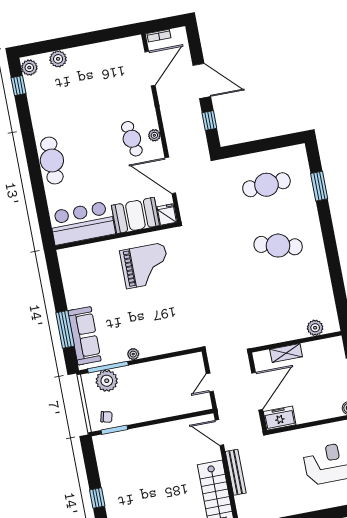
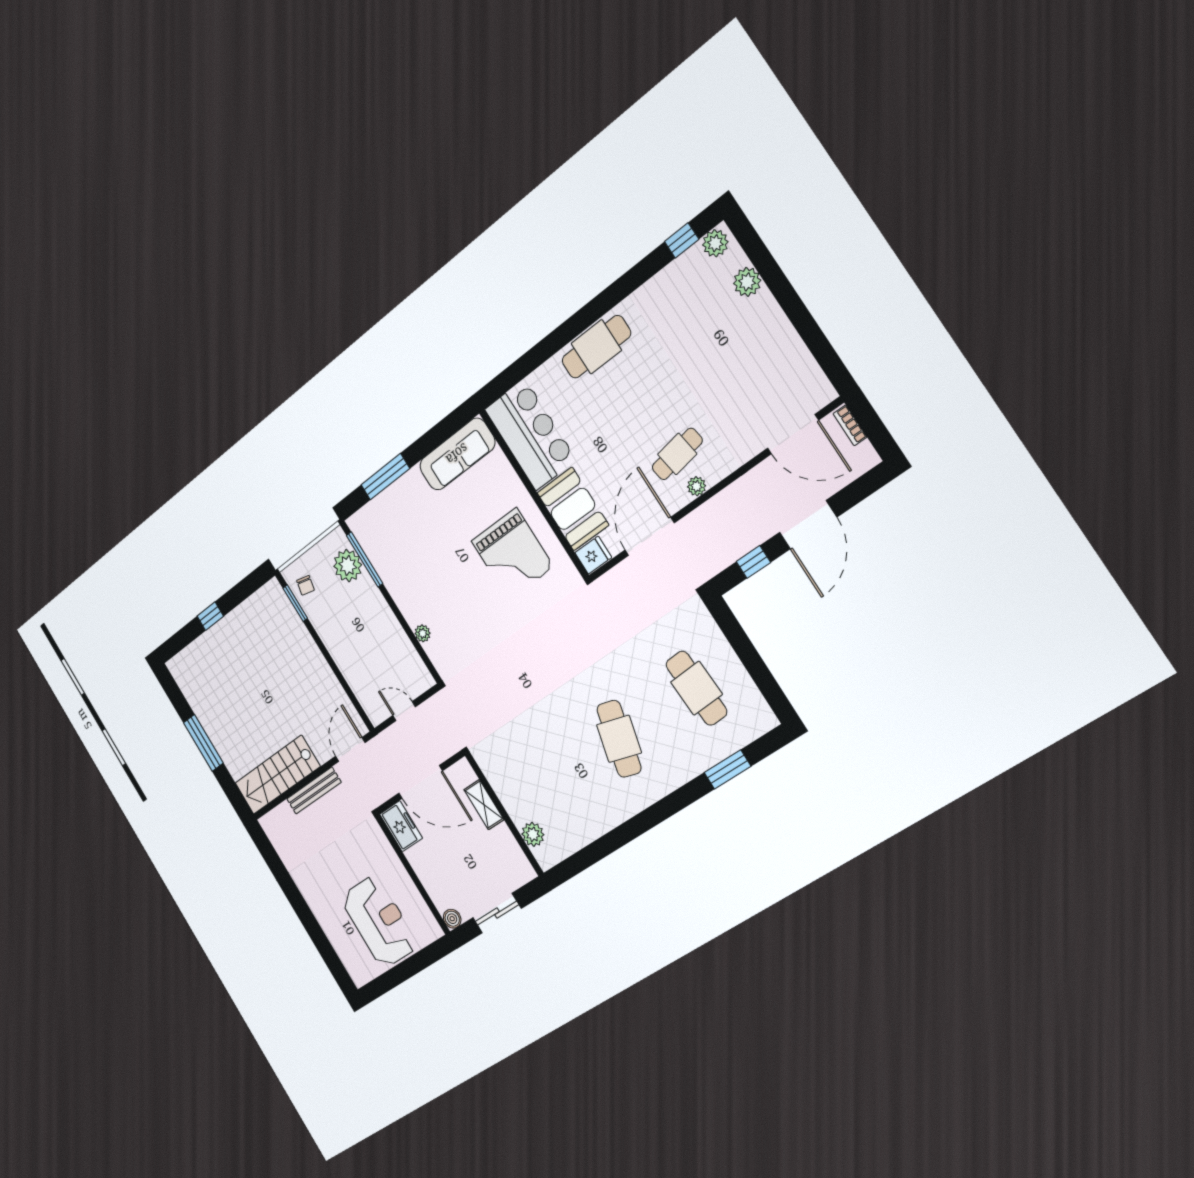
sofa: (84, 336) -> (457, 454), moved
plant: (133, 354) -> (423, 633), moved

